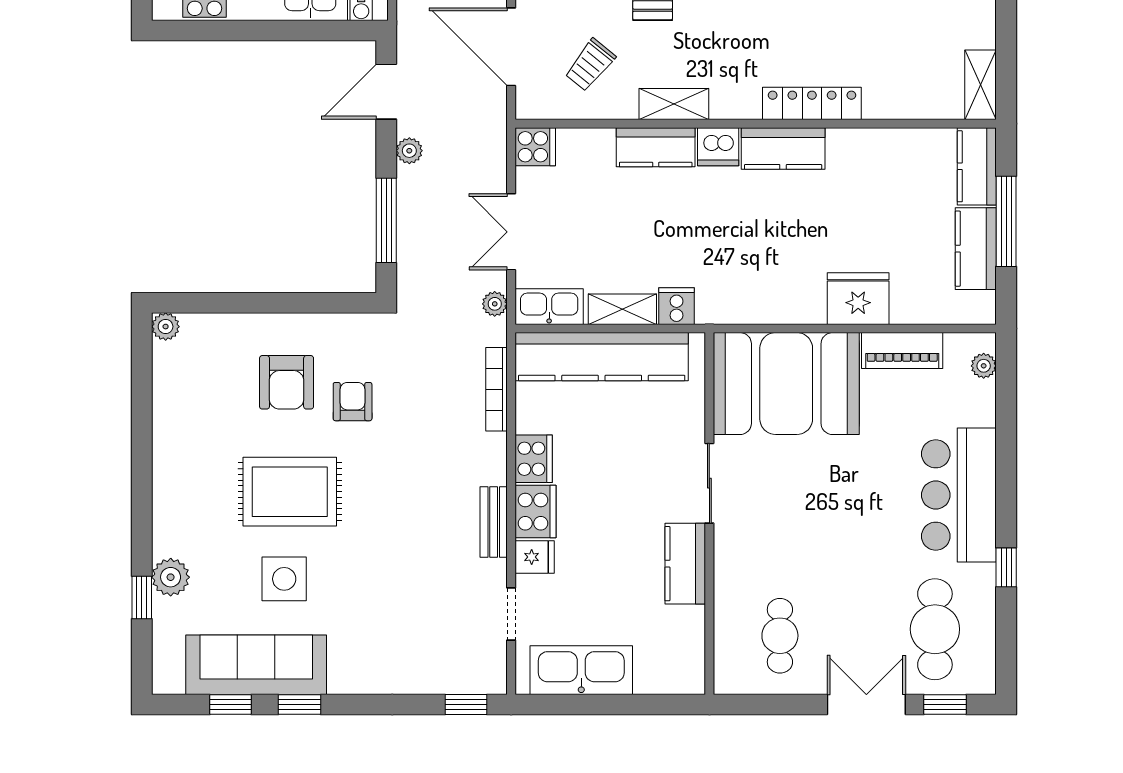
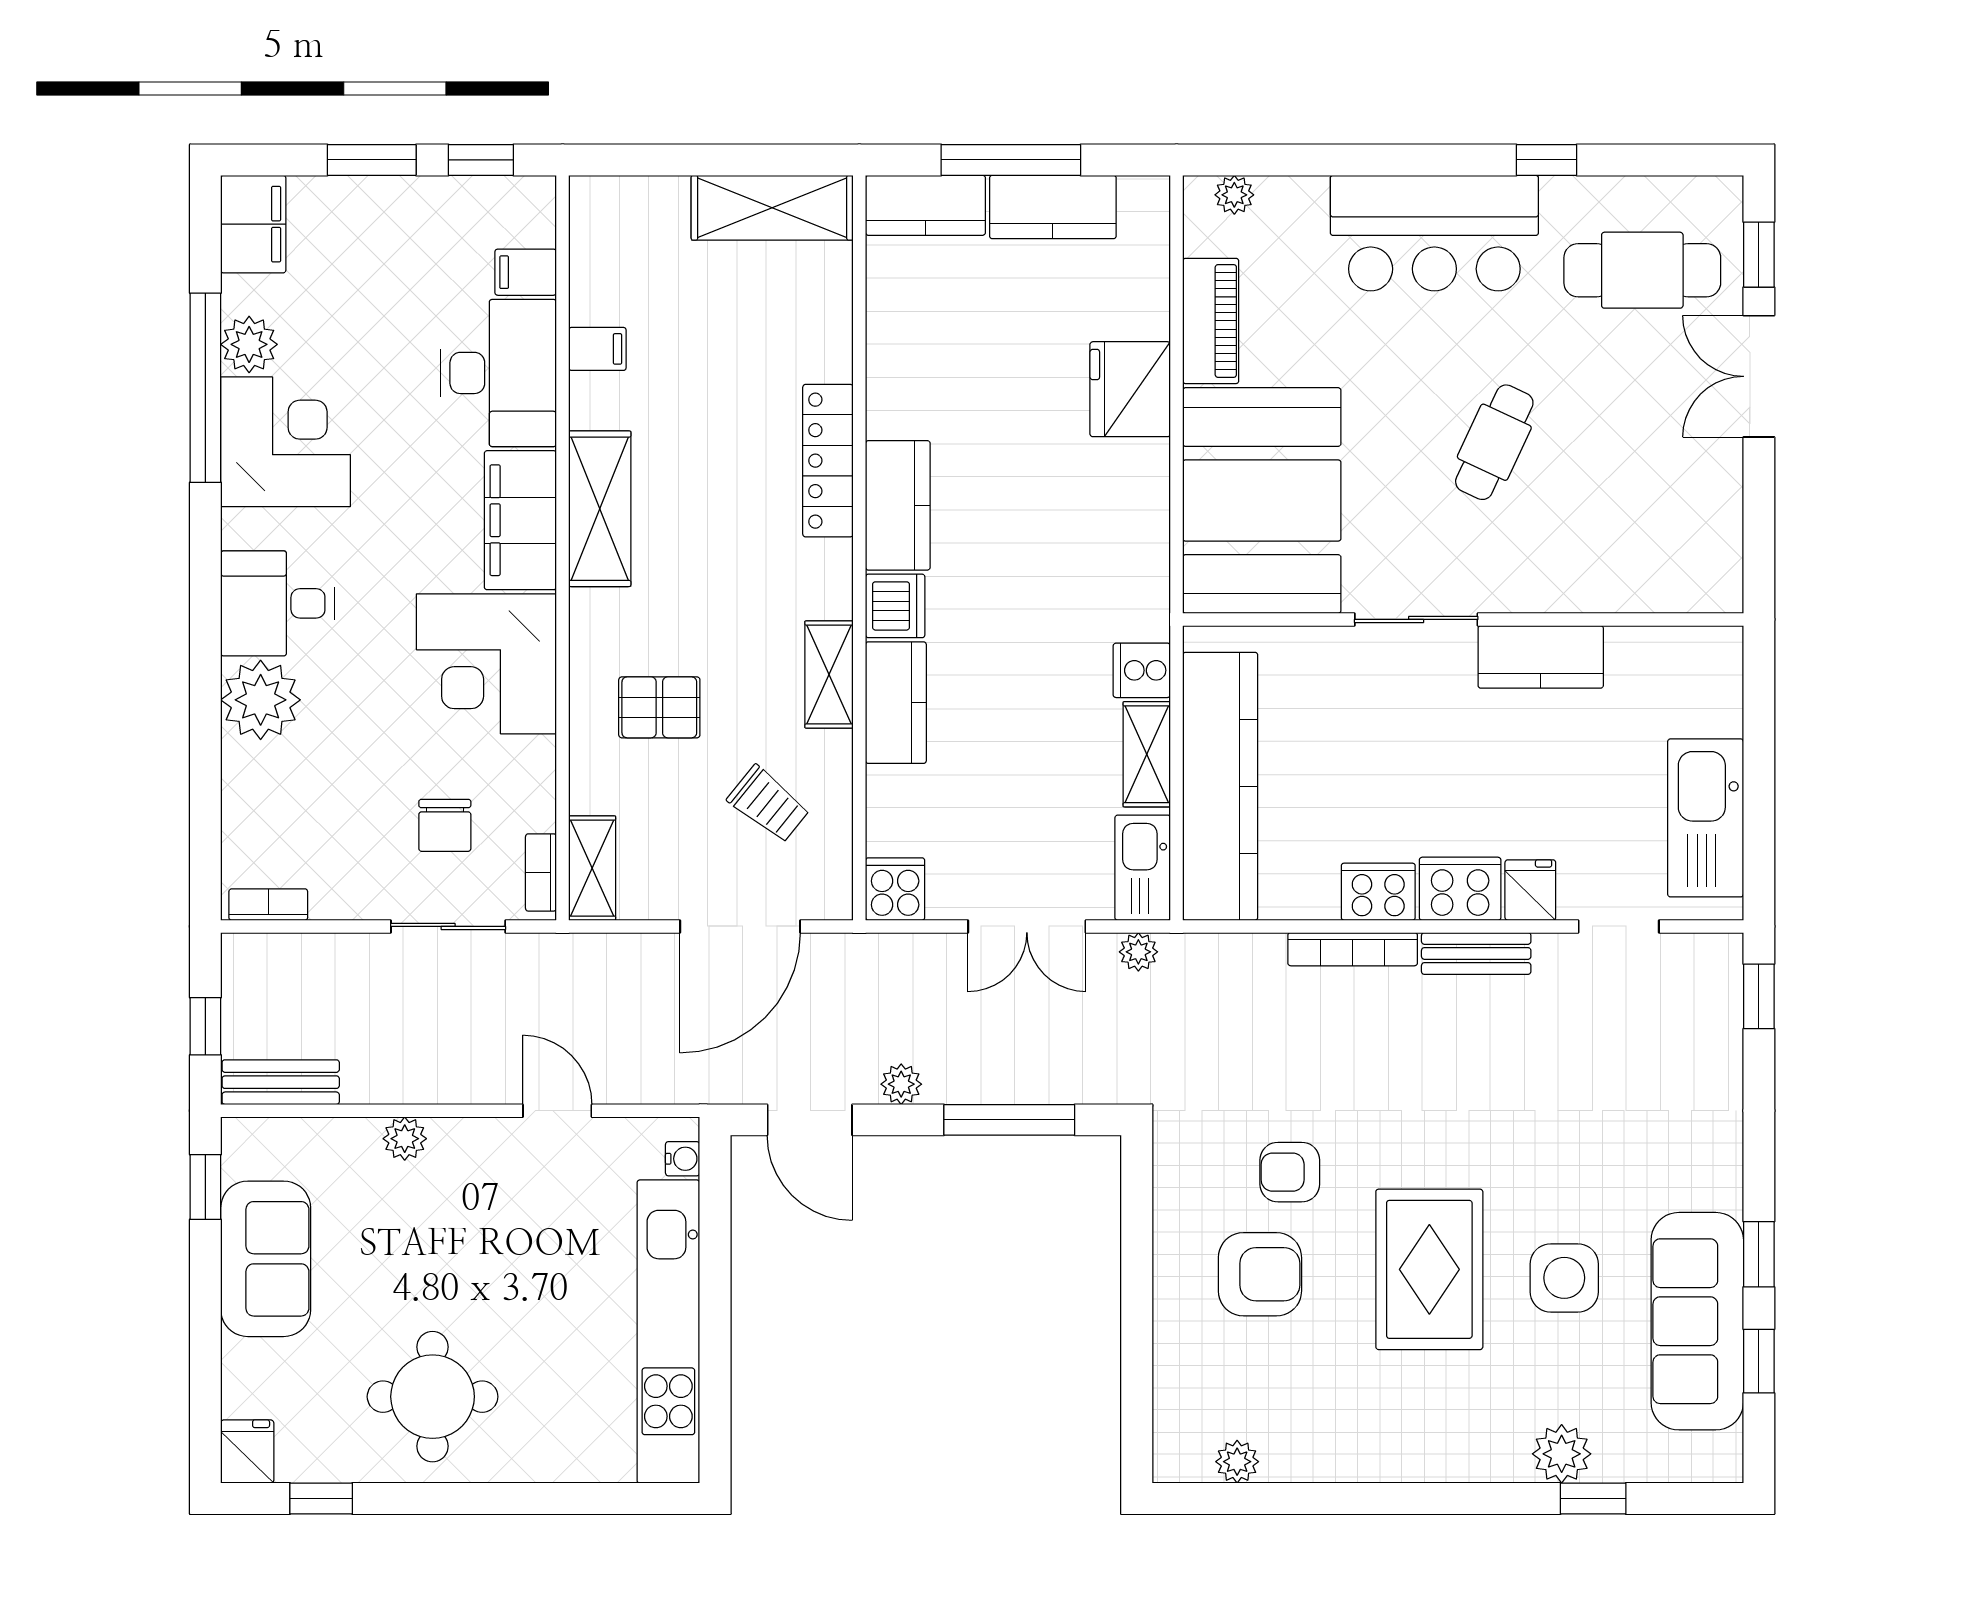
shelving: (981, 85) -> (772, 208), width x1.50, depth x1.33
plant: (166, 327) -> (1237, 1462), moved
bookcase: (496, 389) -> (1353, 949), moved
cafe table: (780, 636) -> (1494, 442), moved, turned -65

